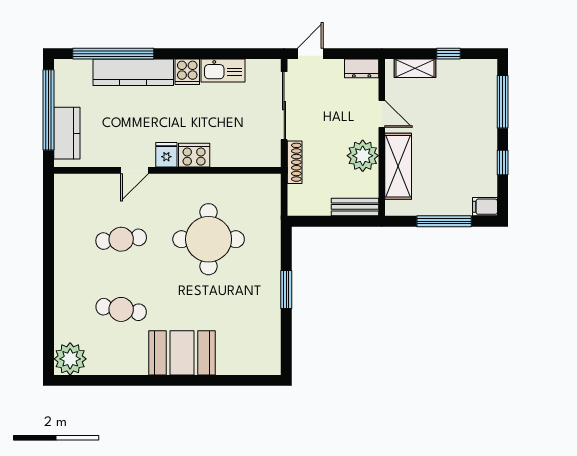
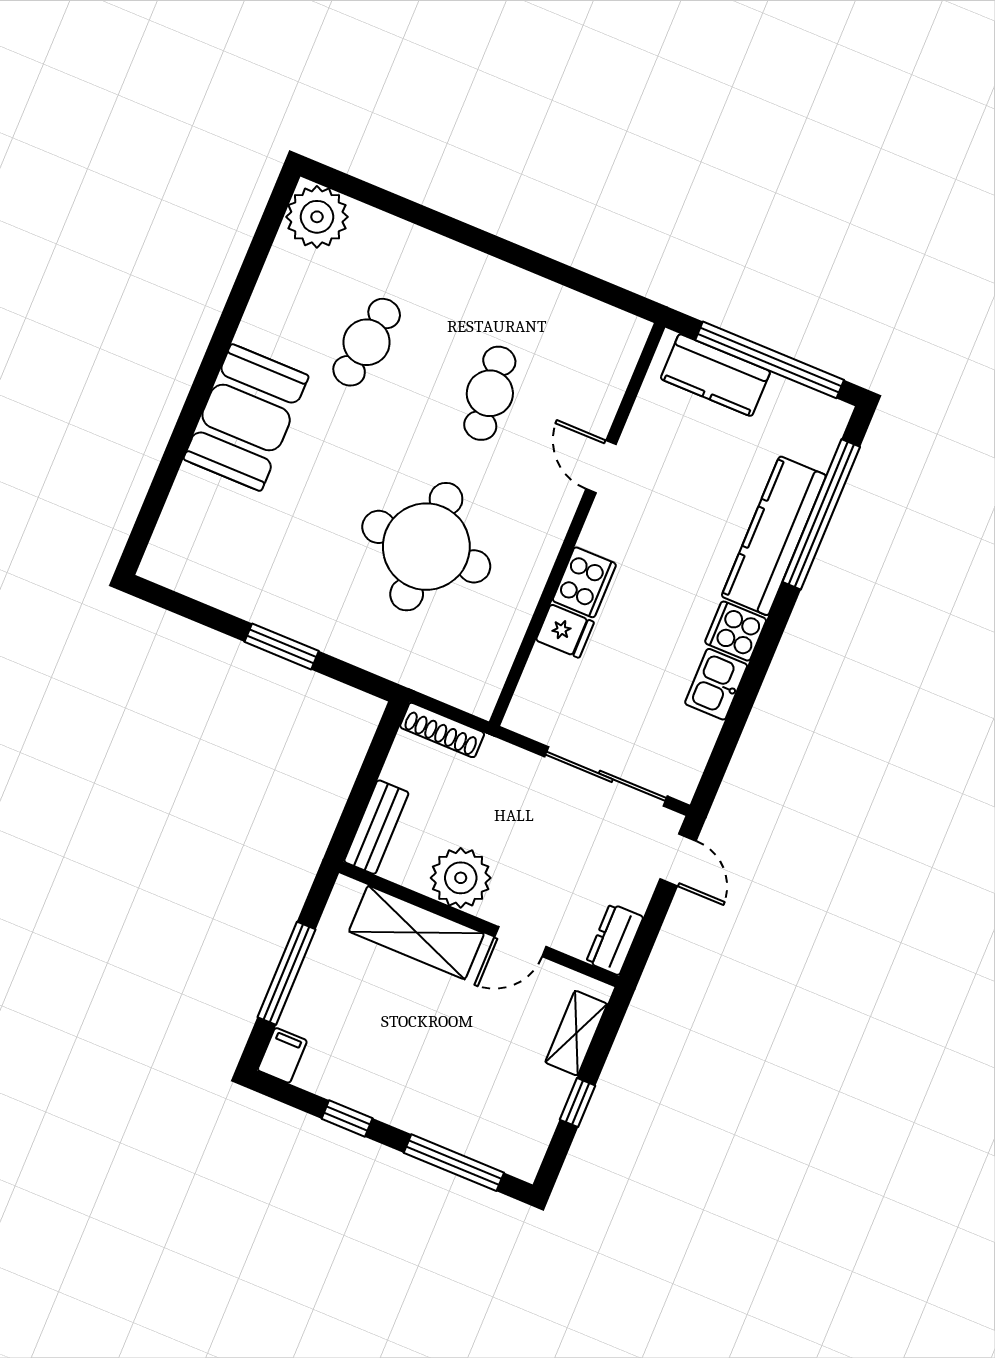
kitchen sink: (223, 71) -> (716, 684), width x0.73
fridge: (166, 155) -> (565, 631), moved
shoe rack: (295, 162) -> (442, 730), moved

